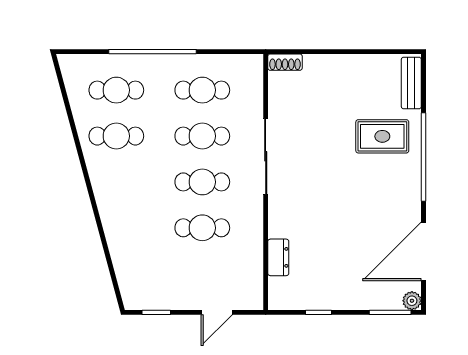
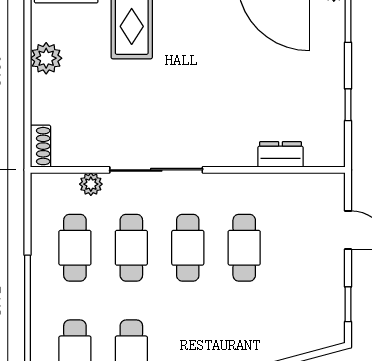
plant: (356, 67) -> (46, 58), added
plant: (254, 103) -> (91, 184), added

